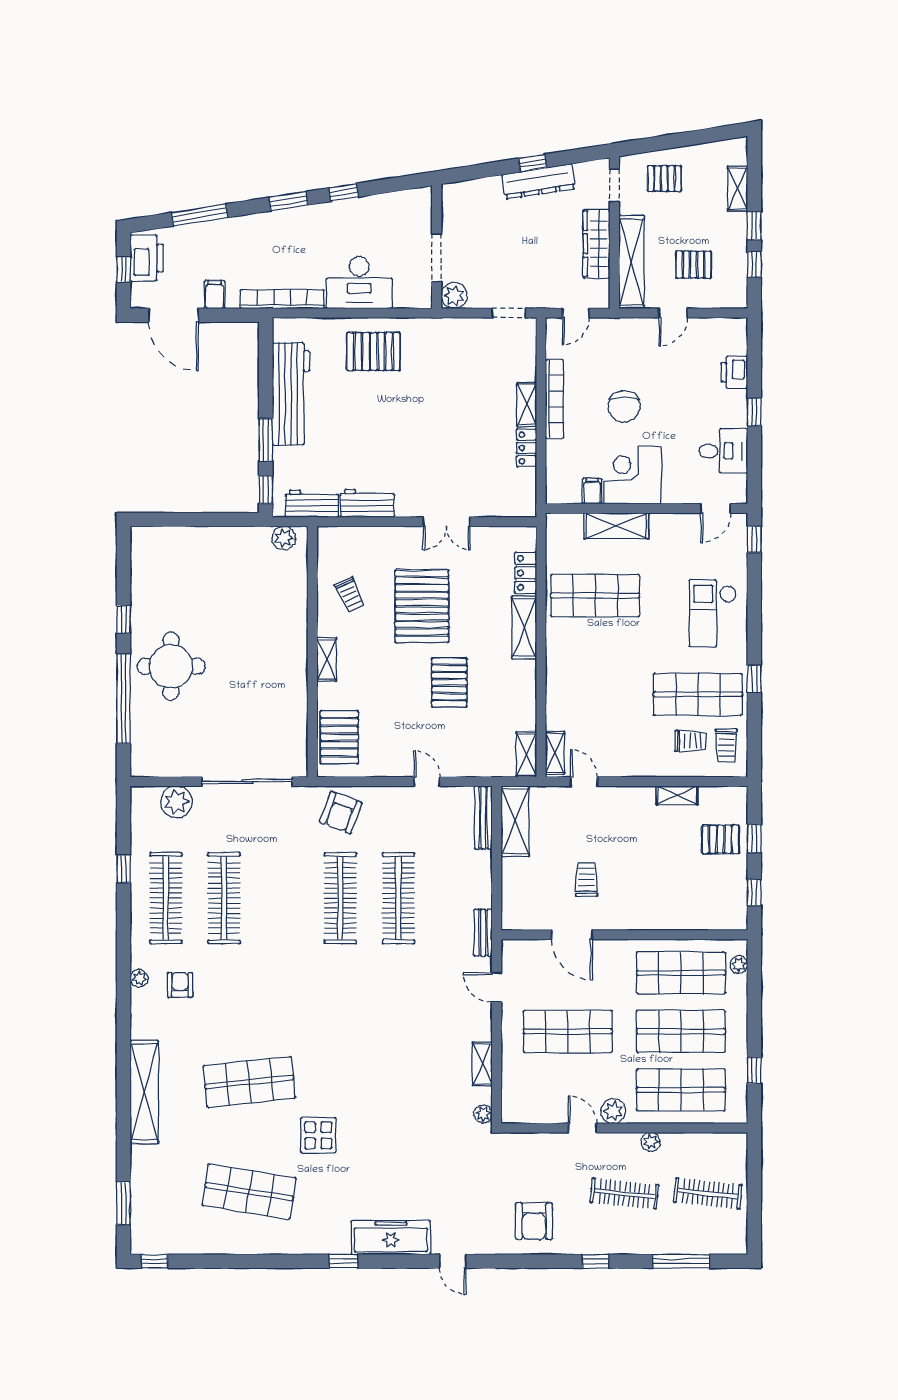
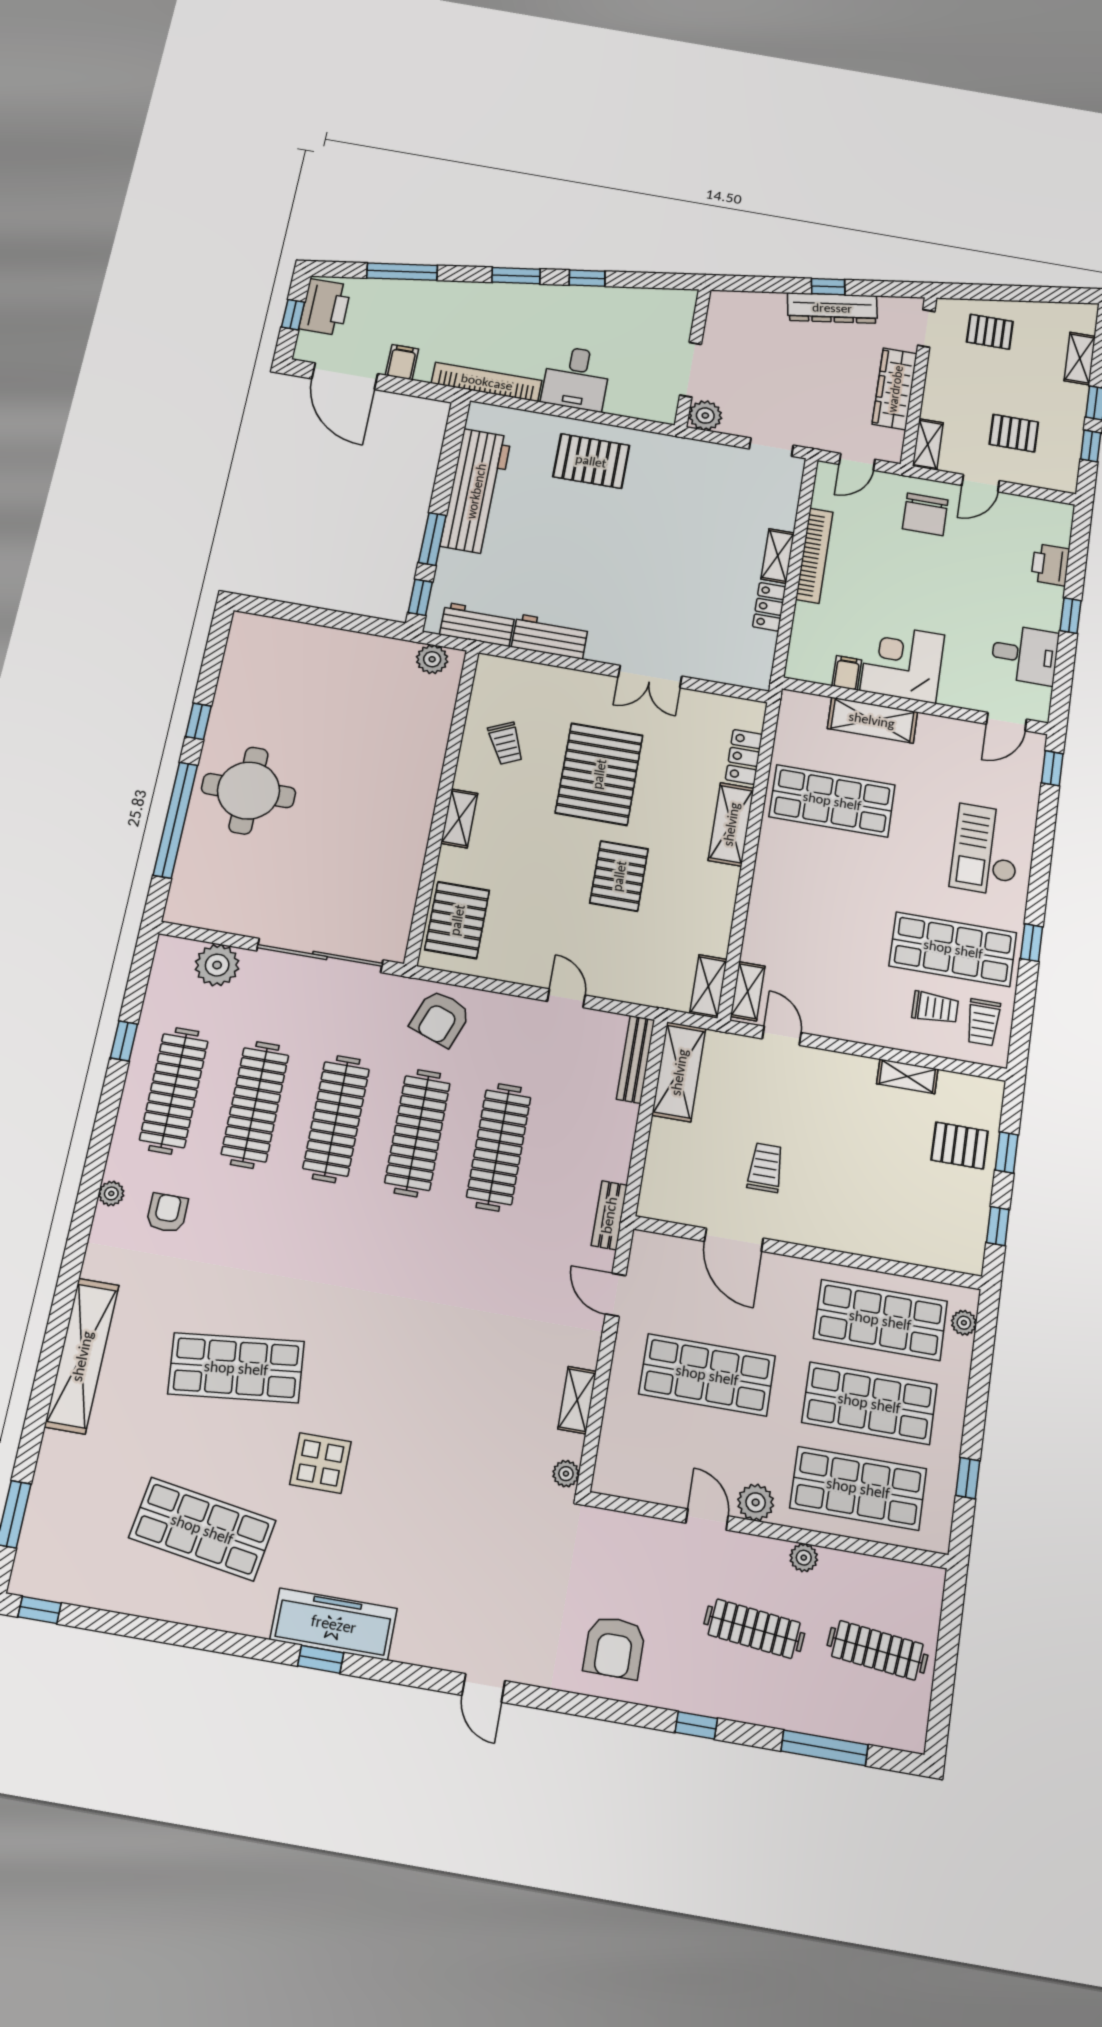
shelving: (631, 262) -> (928, 444), width x0.45, depth x0.75
desk: (359, 282) -> (576, 378), width x0.73
chair: (624, 406) -> (925, 514), moved
clothes rail: (282, 898) -> (336, 1119), added
freezer: (391, 1238) -> (334, 1624), moved

